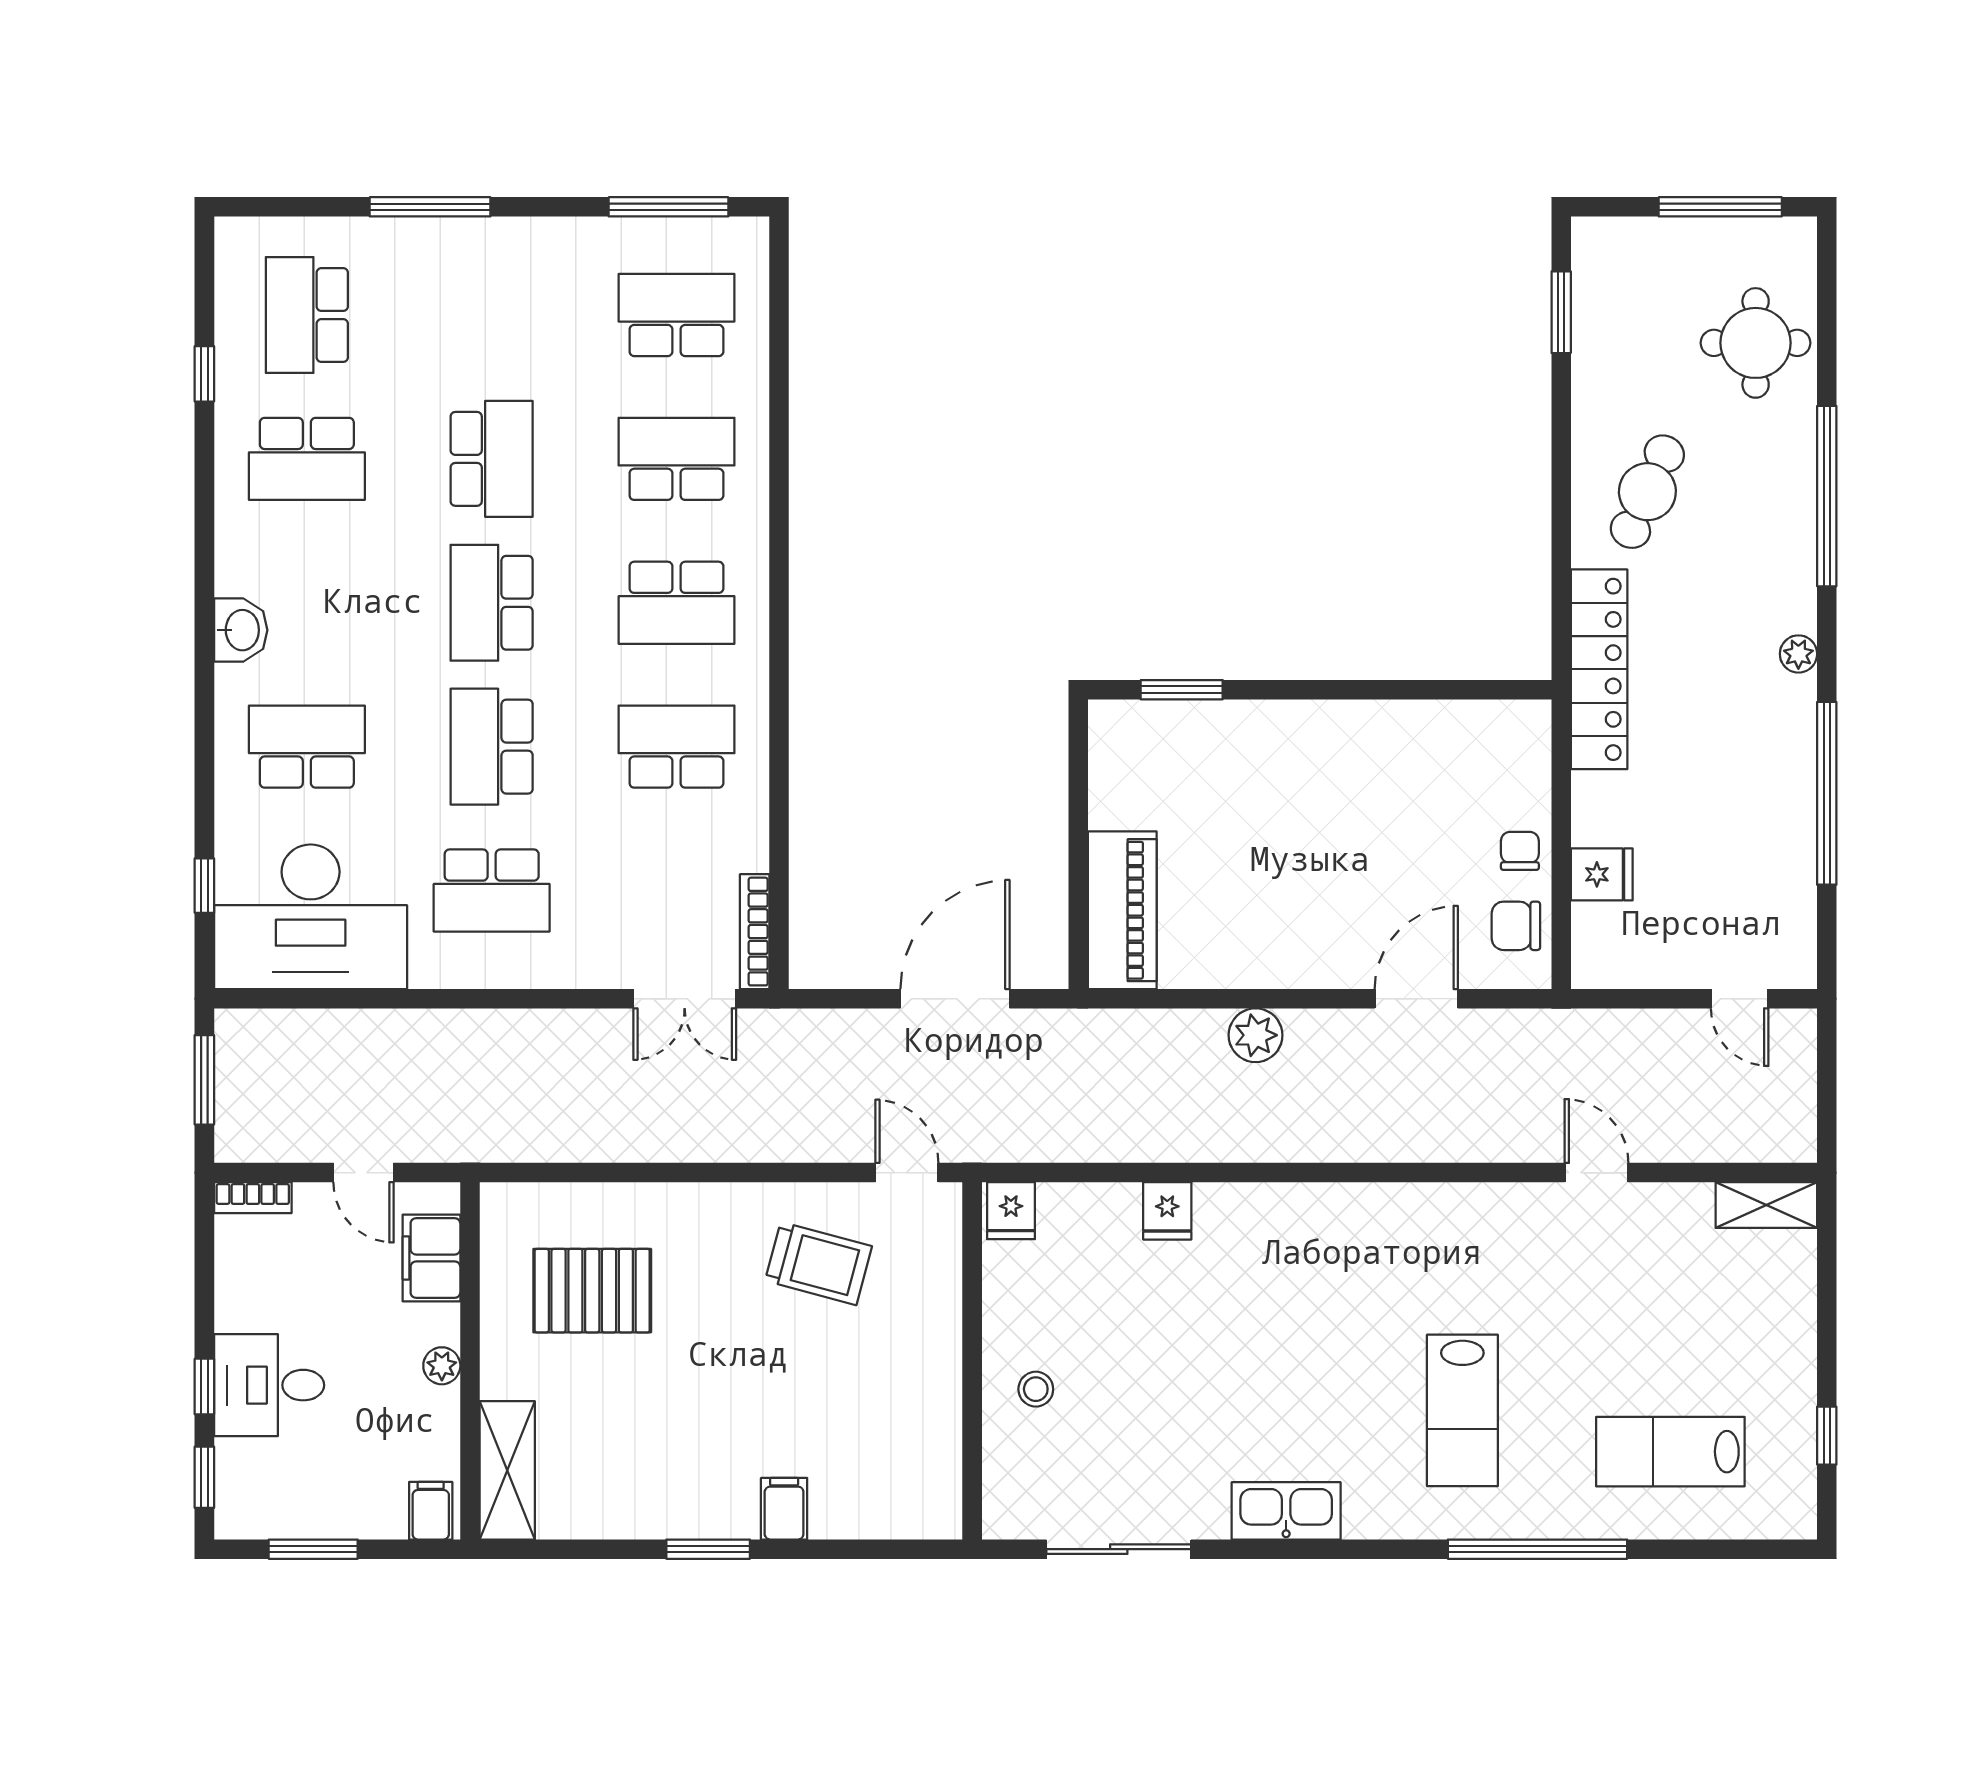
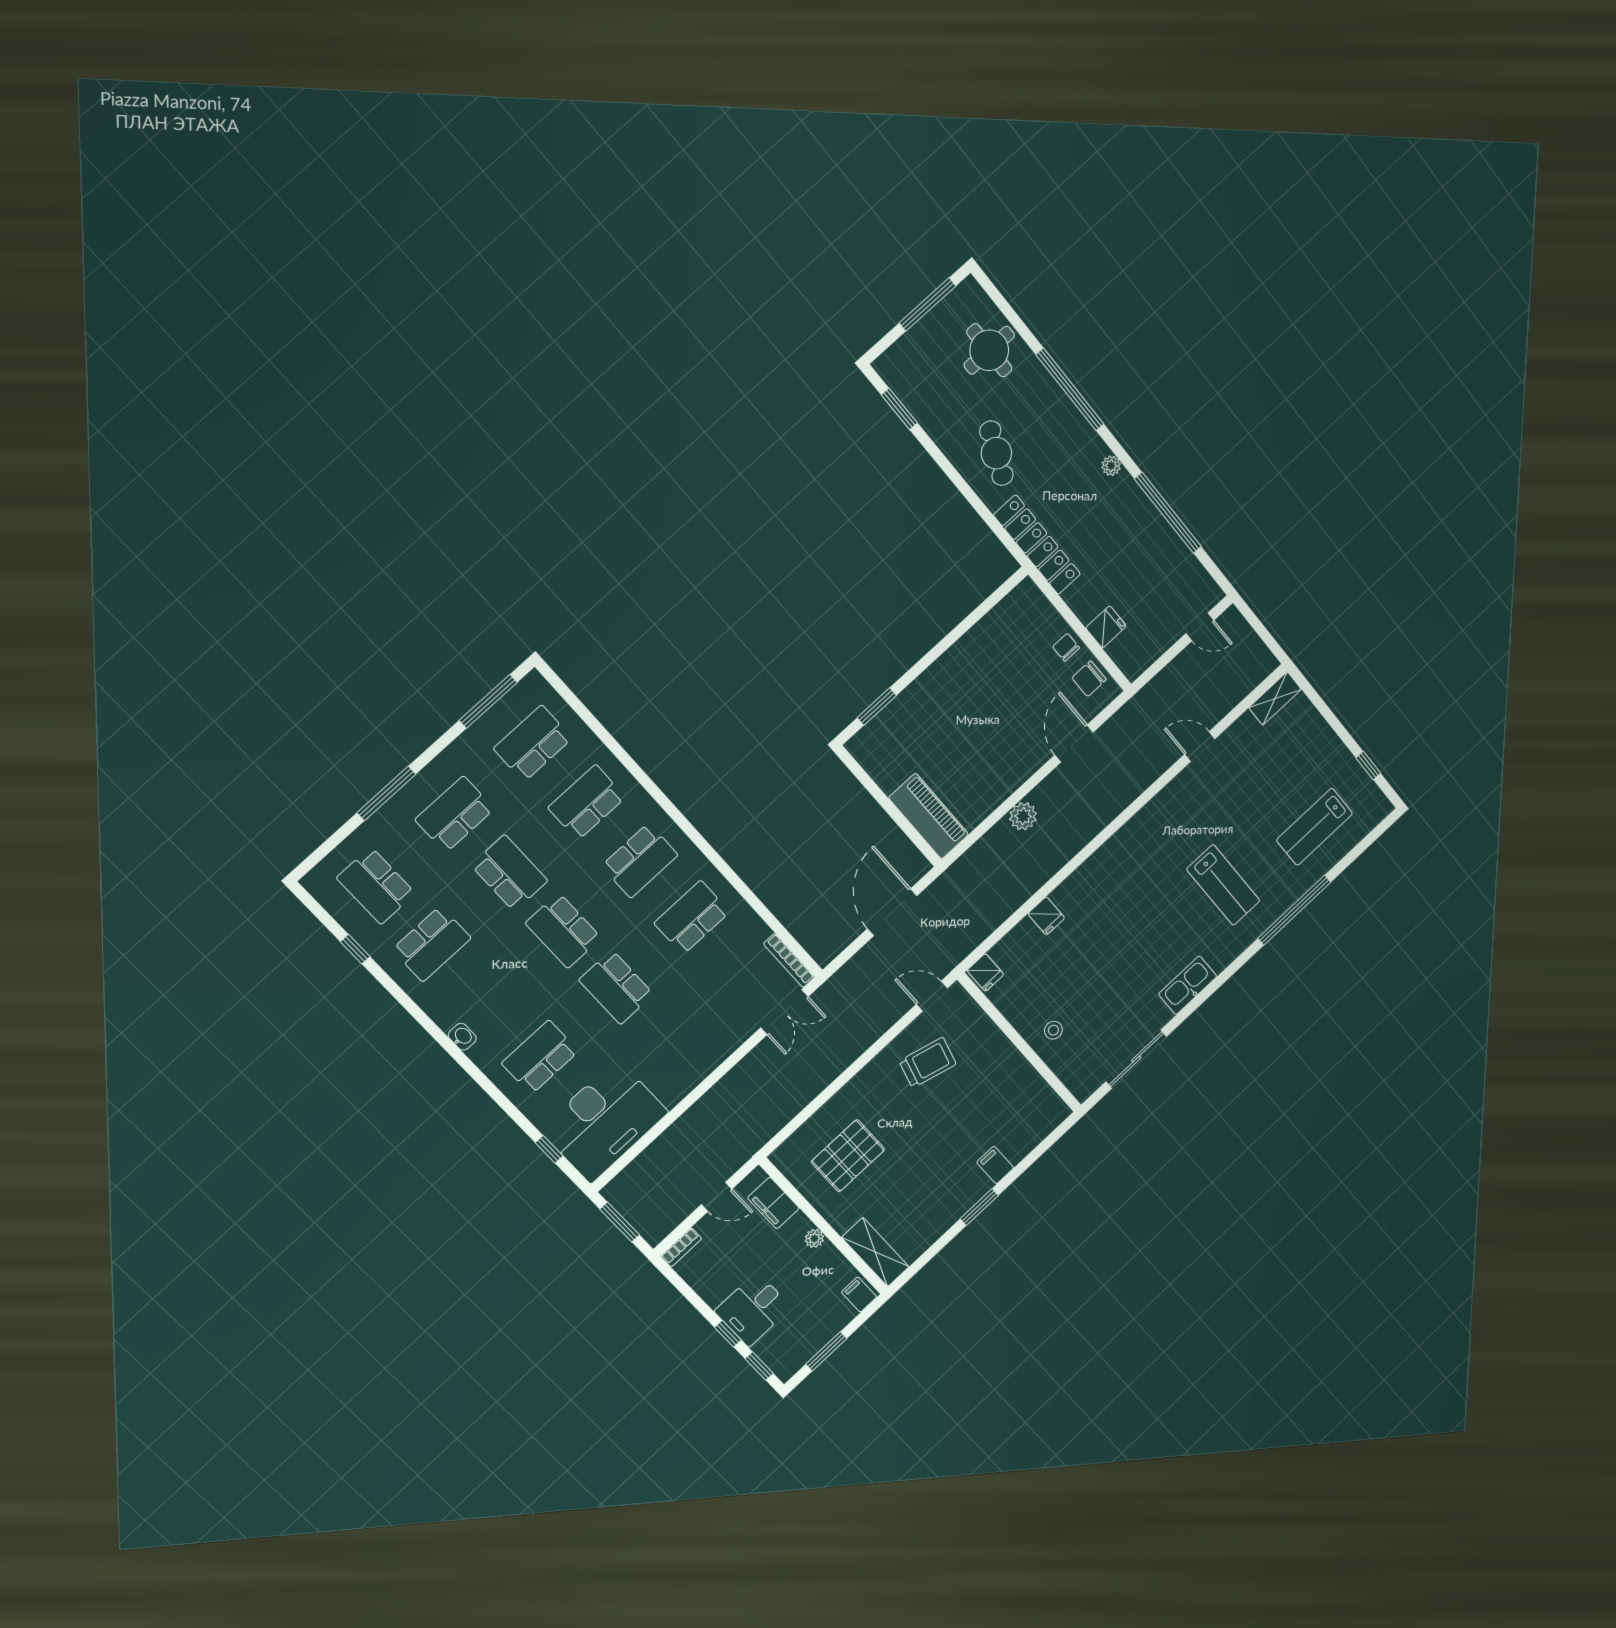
washbasin: (241, 630) -> (462, 1037), width x0.72, depth x0.69
school desk: (492, 890) -> (455, 814), moved, turned 180

